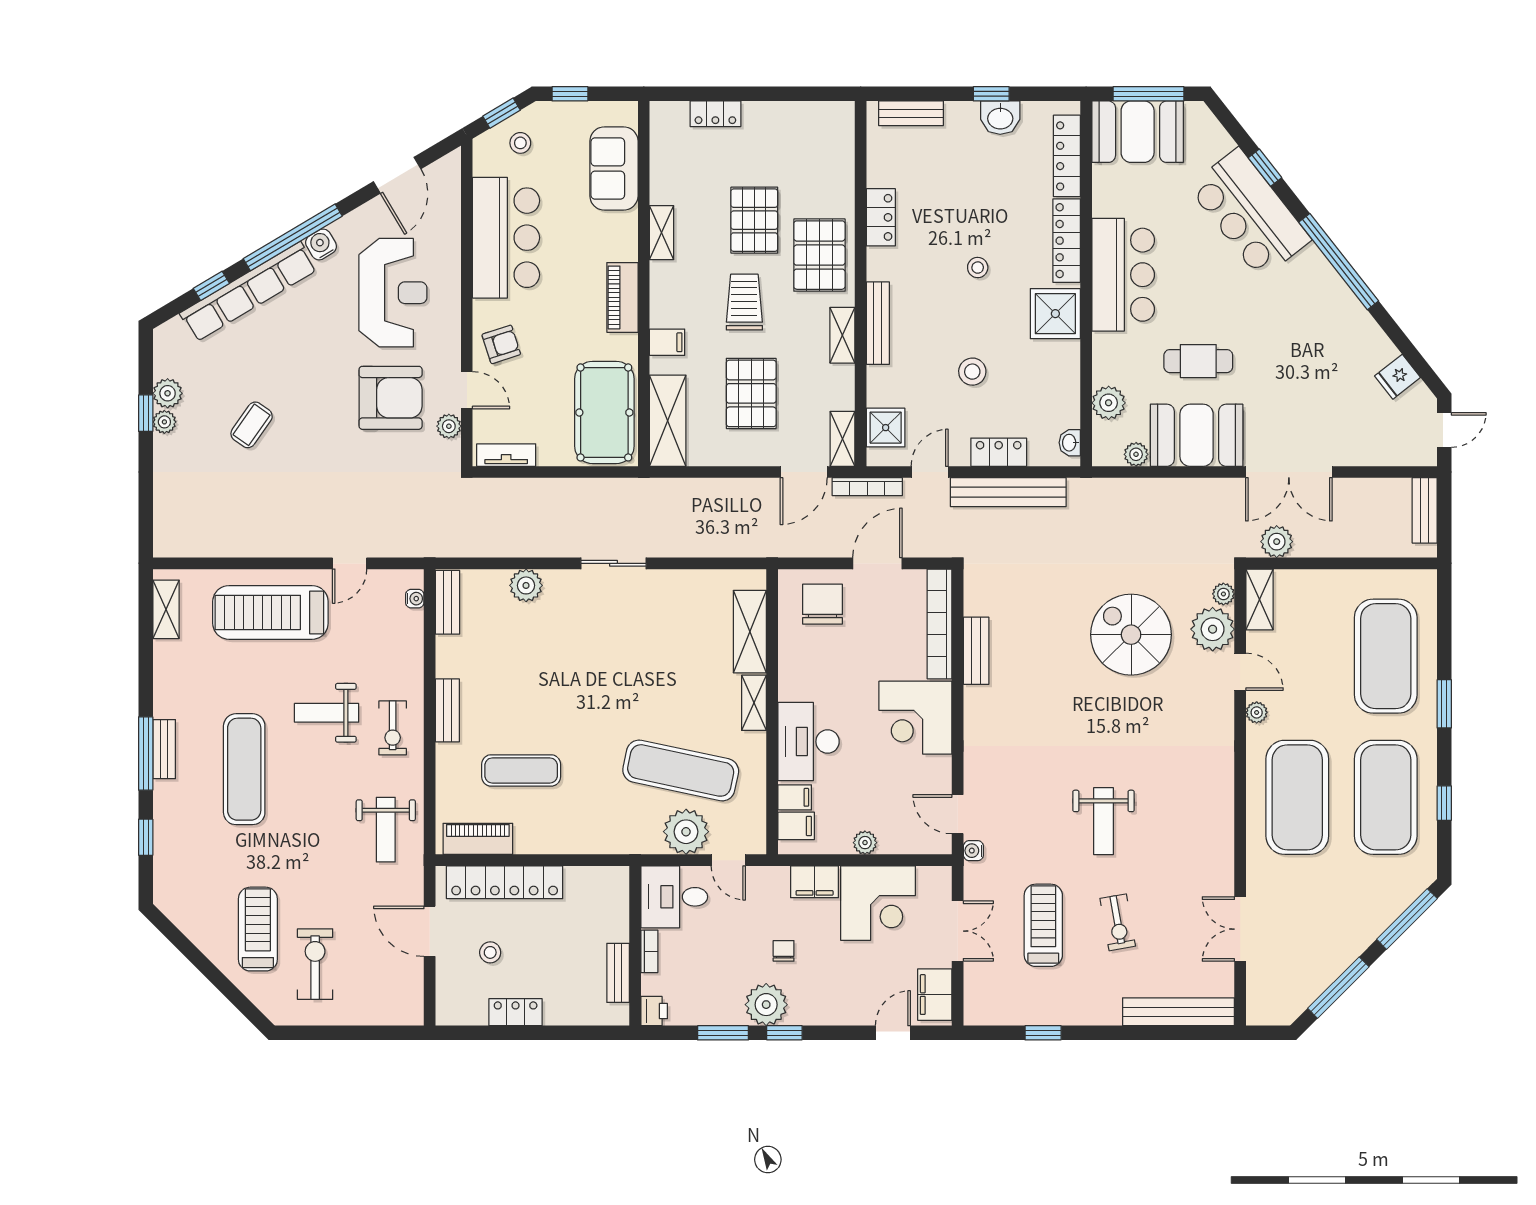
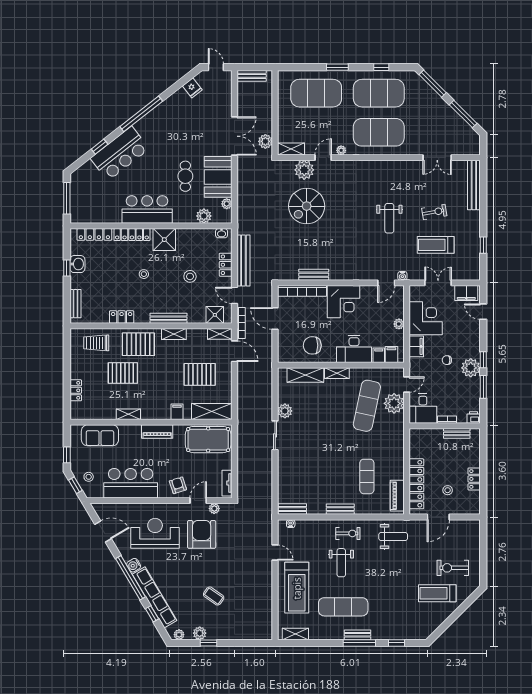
booth: (1138, 132) -> (84, 203), removed
trolley: (744, 302) -> (96, 343), moved
plant: (164, 422) -> (179, 635), moved
plant: (526, 585) -> (285, 411), moved
plant: (1223, 594) -> (289, 165), removed
chair: (822, 604) -> (312, 345), moved
exercise mat: (244, 769) -> (343, 607), moved
weight bench: (1103, 821) -> (389, 218), turned 90

